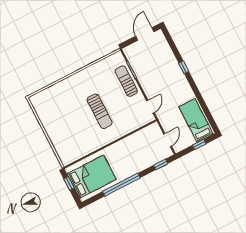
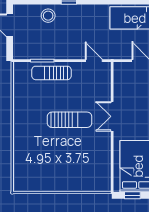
stool: (166, 58) -> (48, 16), added
double door: (118, 140) -> (112, 116), added

